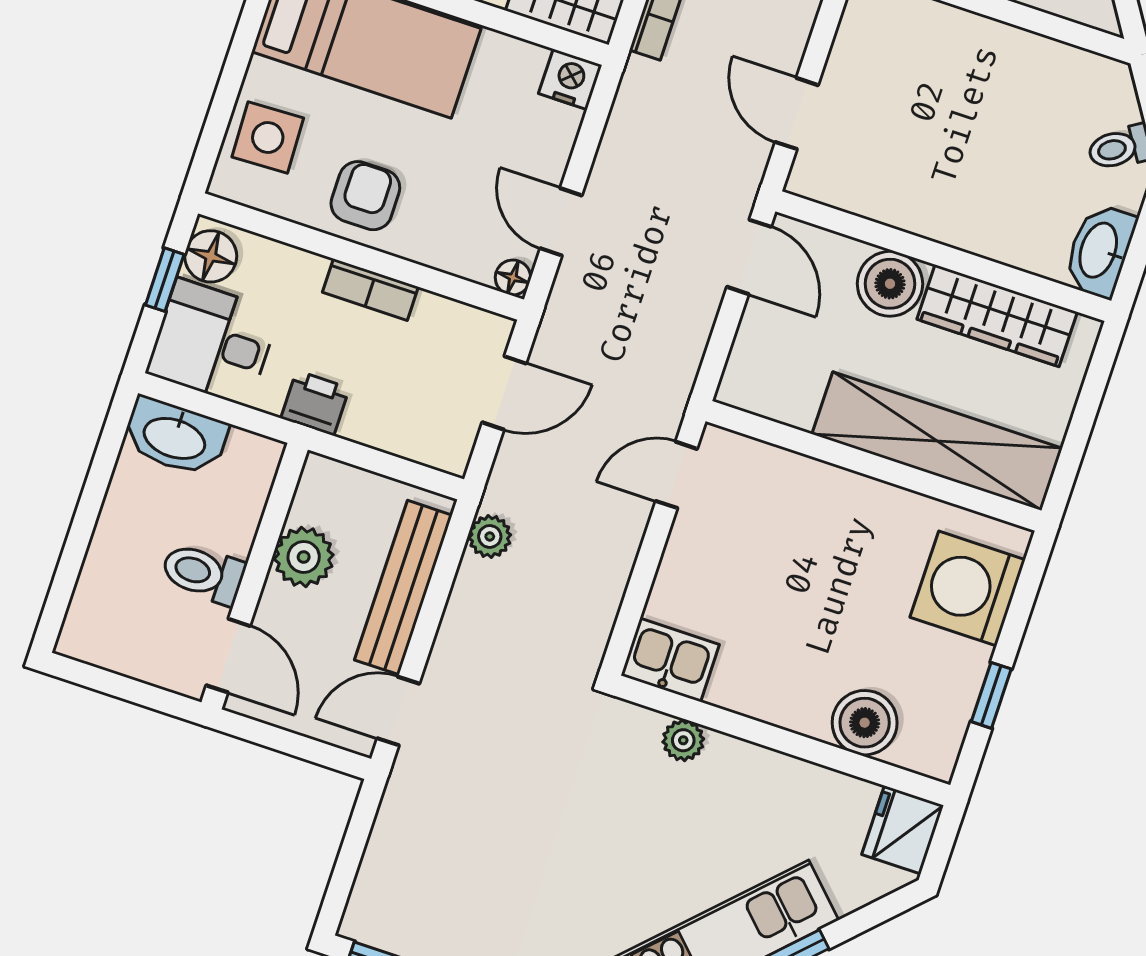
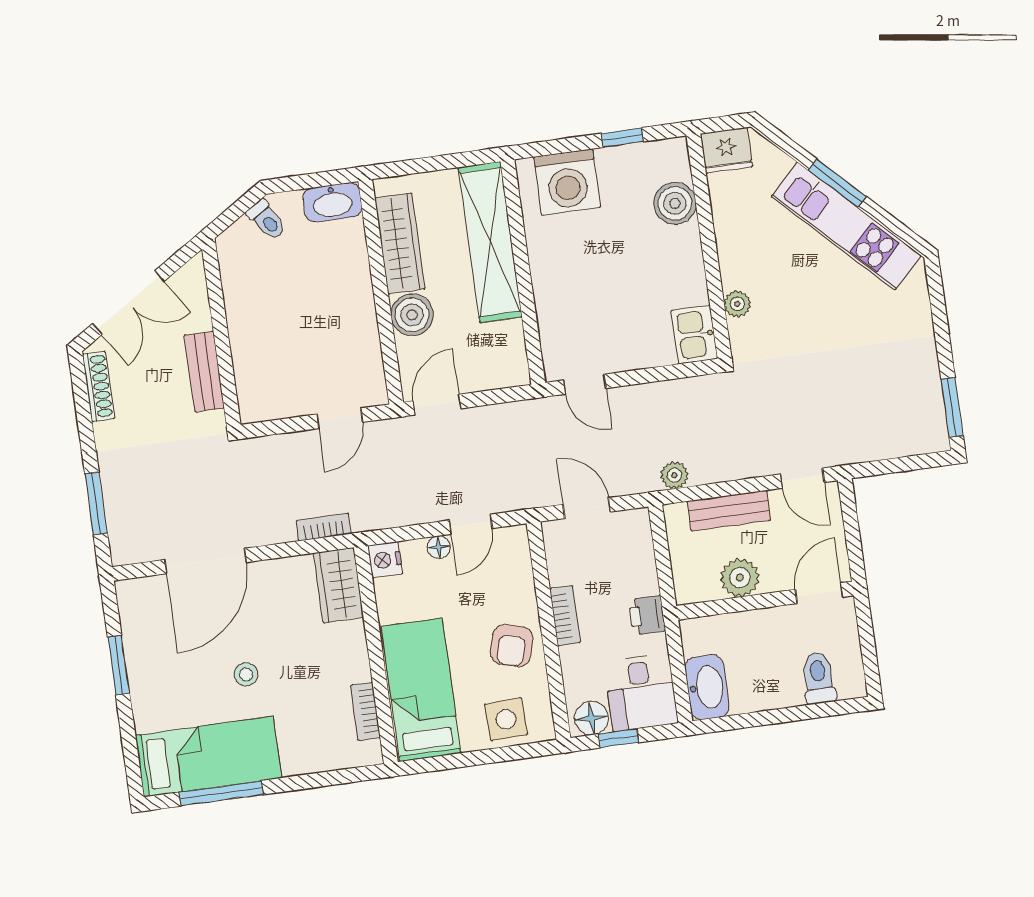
armchair: (365, 196) -> (512, 646), turned -74
floor lamp: (513, 277) -> (439, 547), moved
toilet: (203, 573) -> (819, 678), moved, turned 180
bench: (403, 588) -> (729, 511), width x0.73

